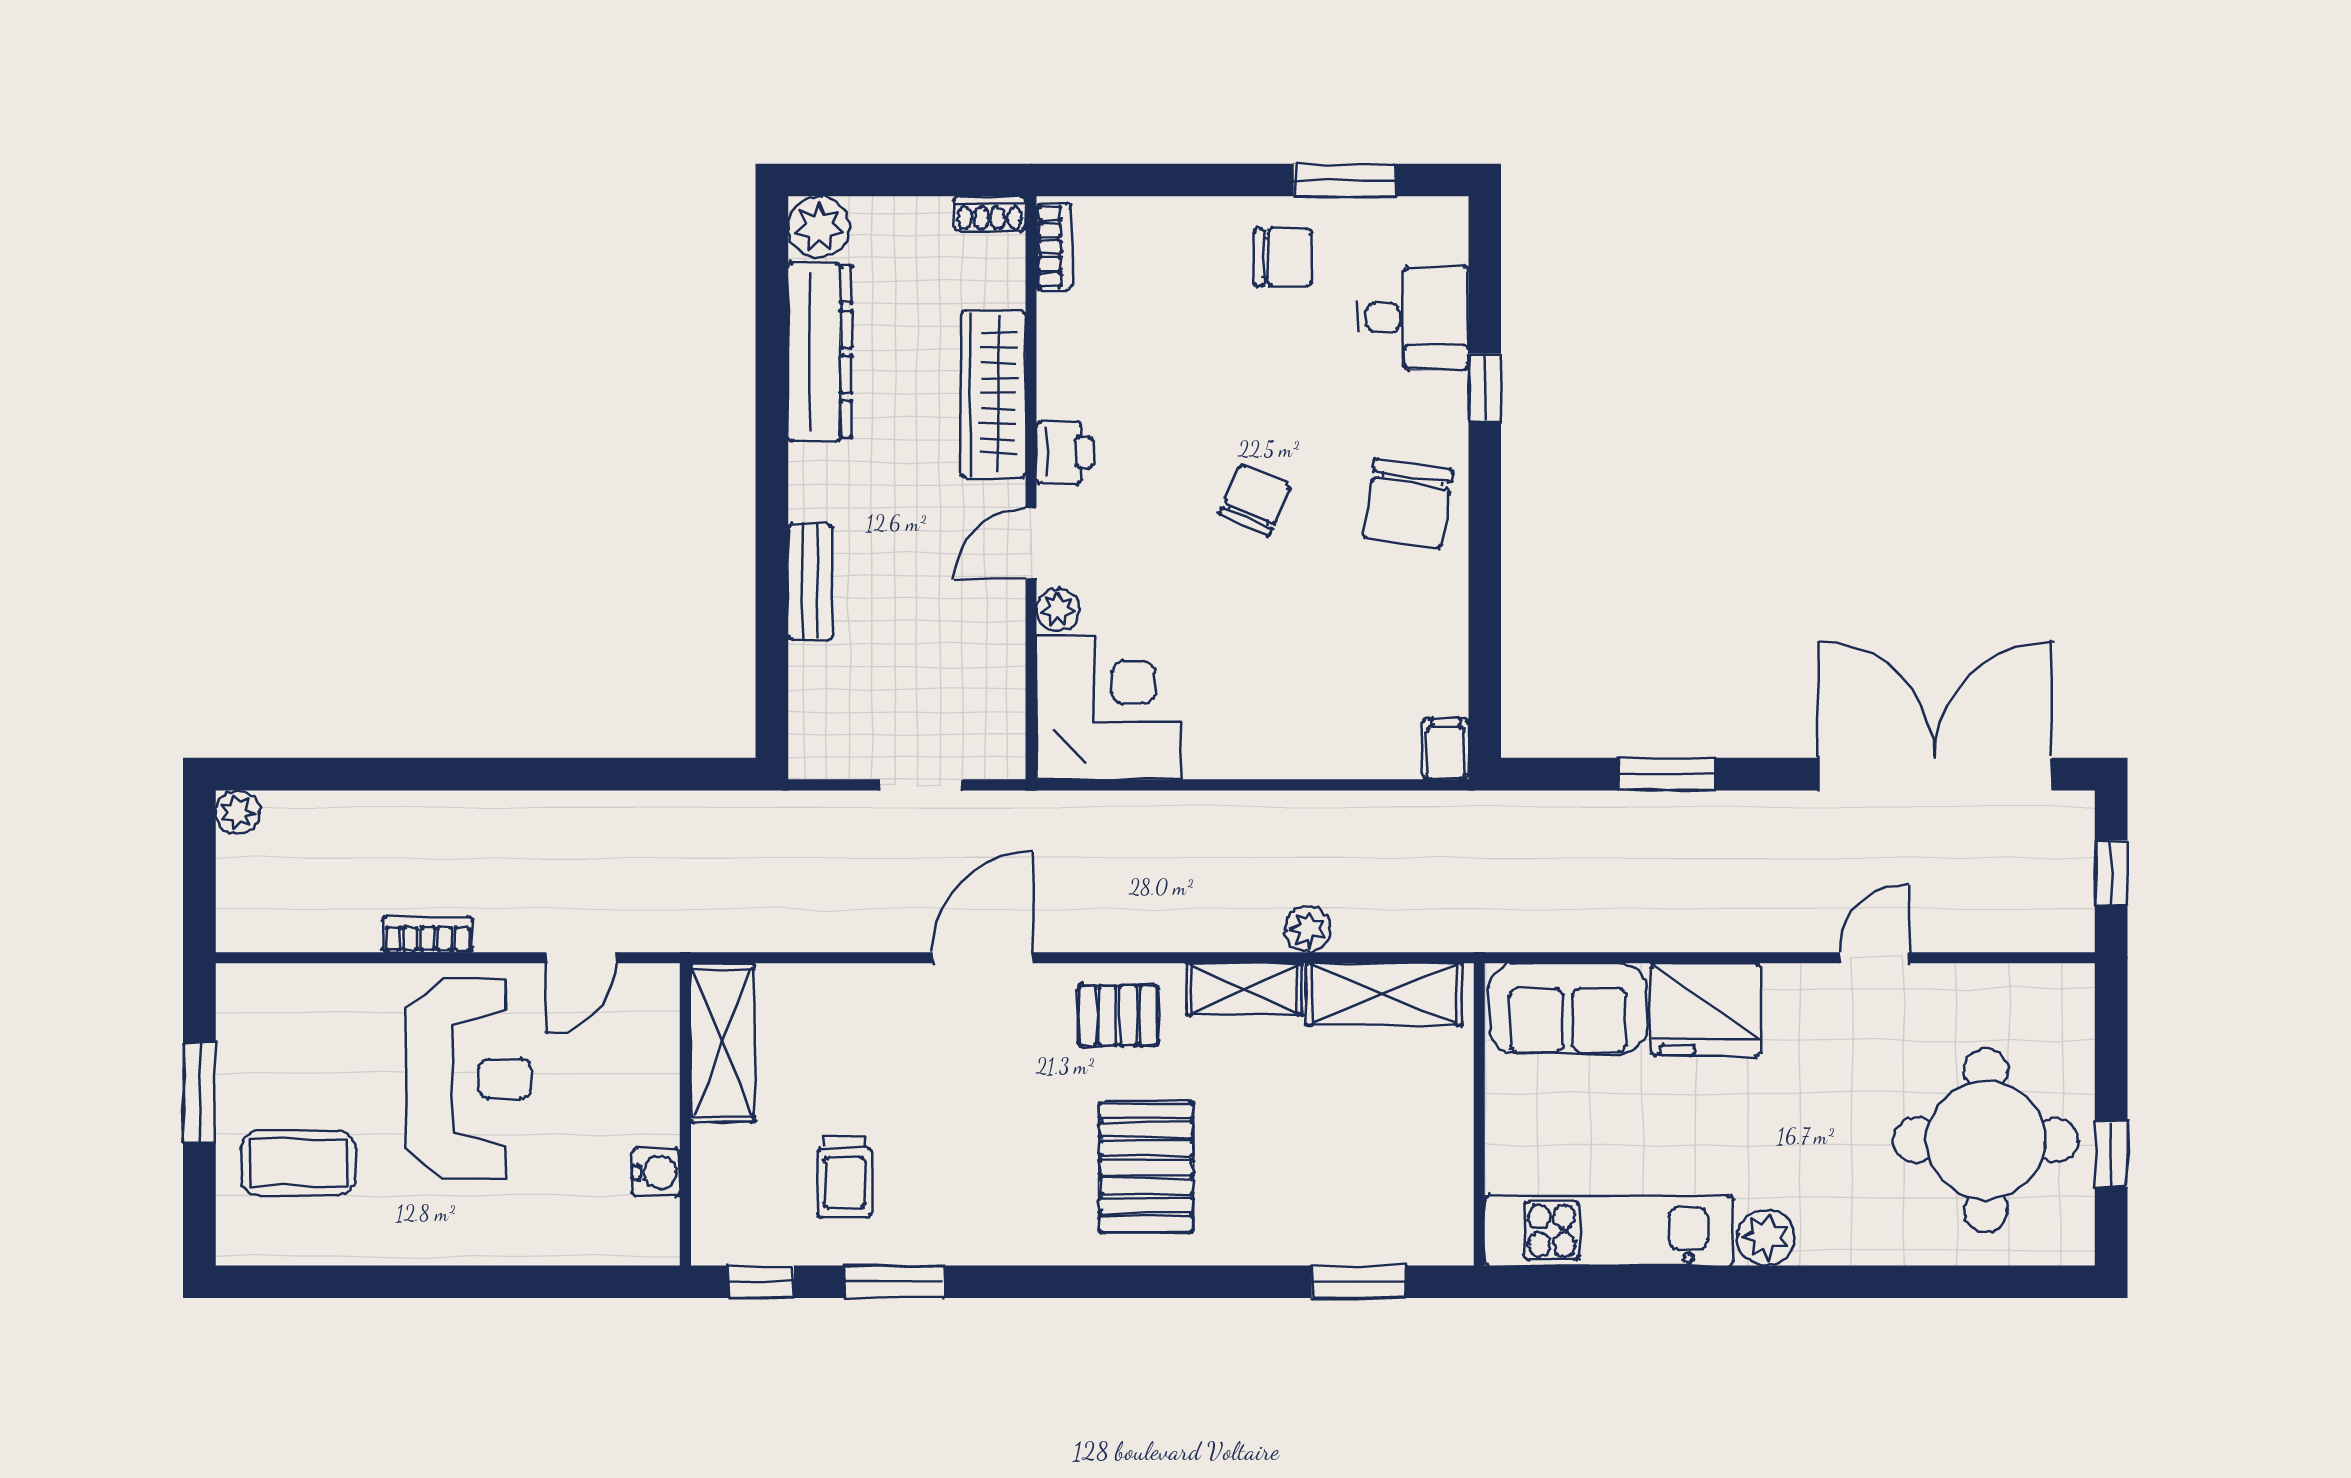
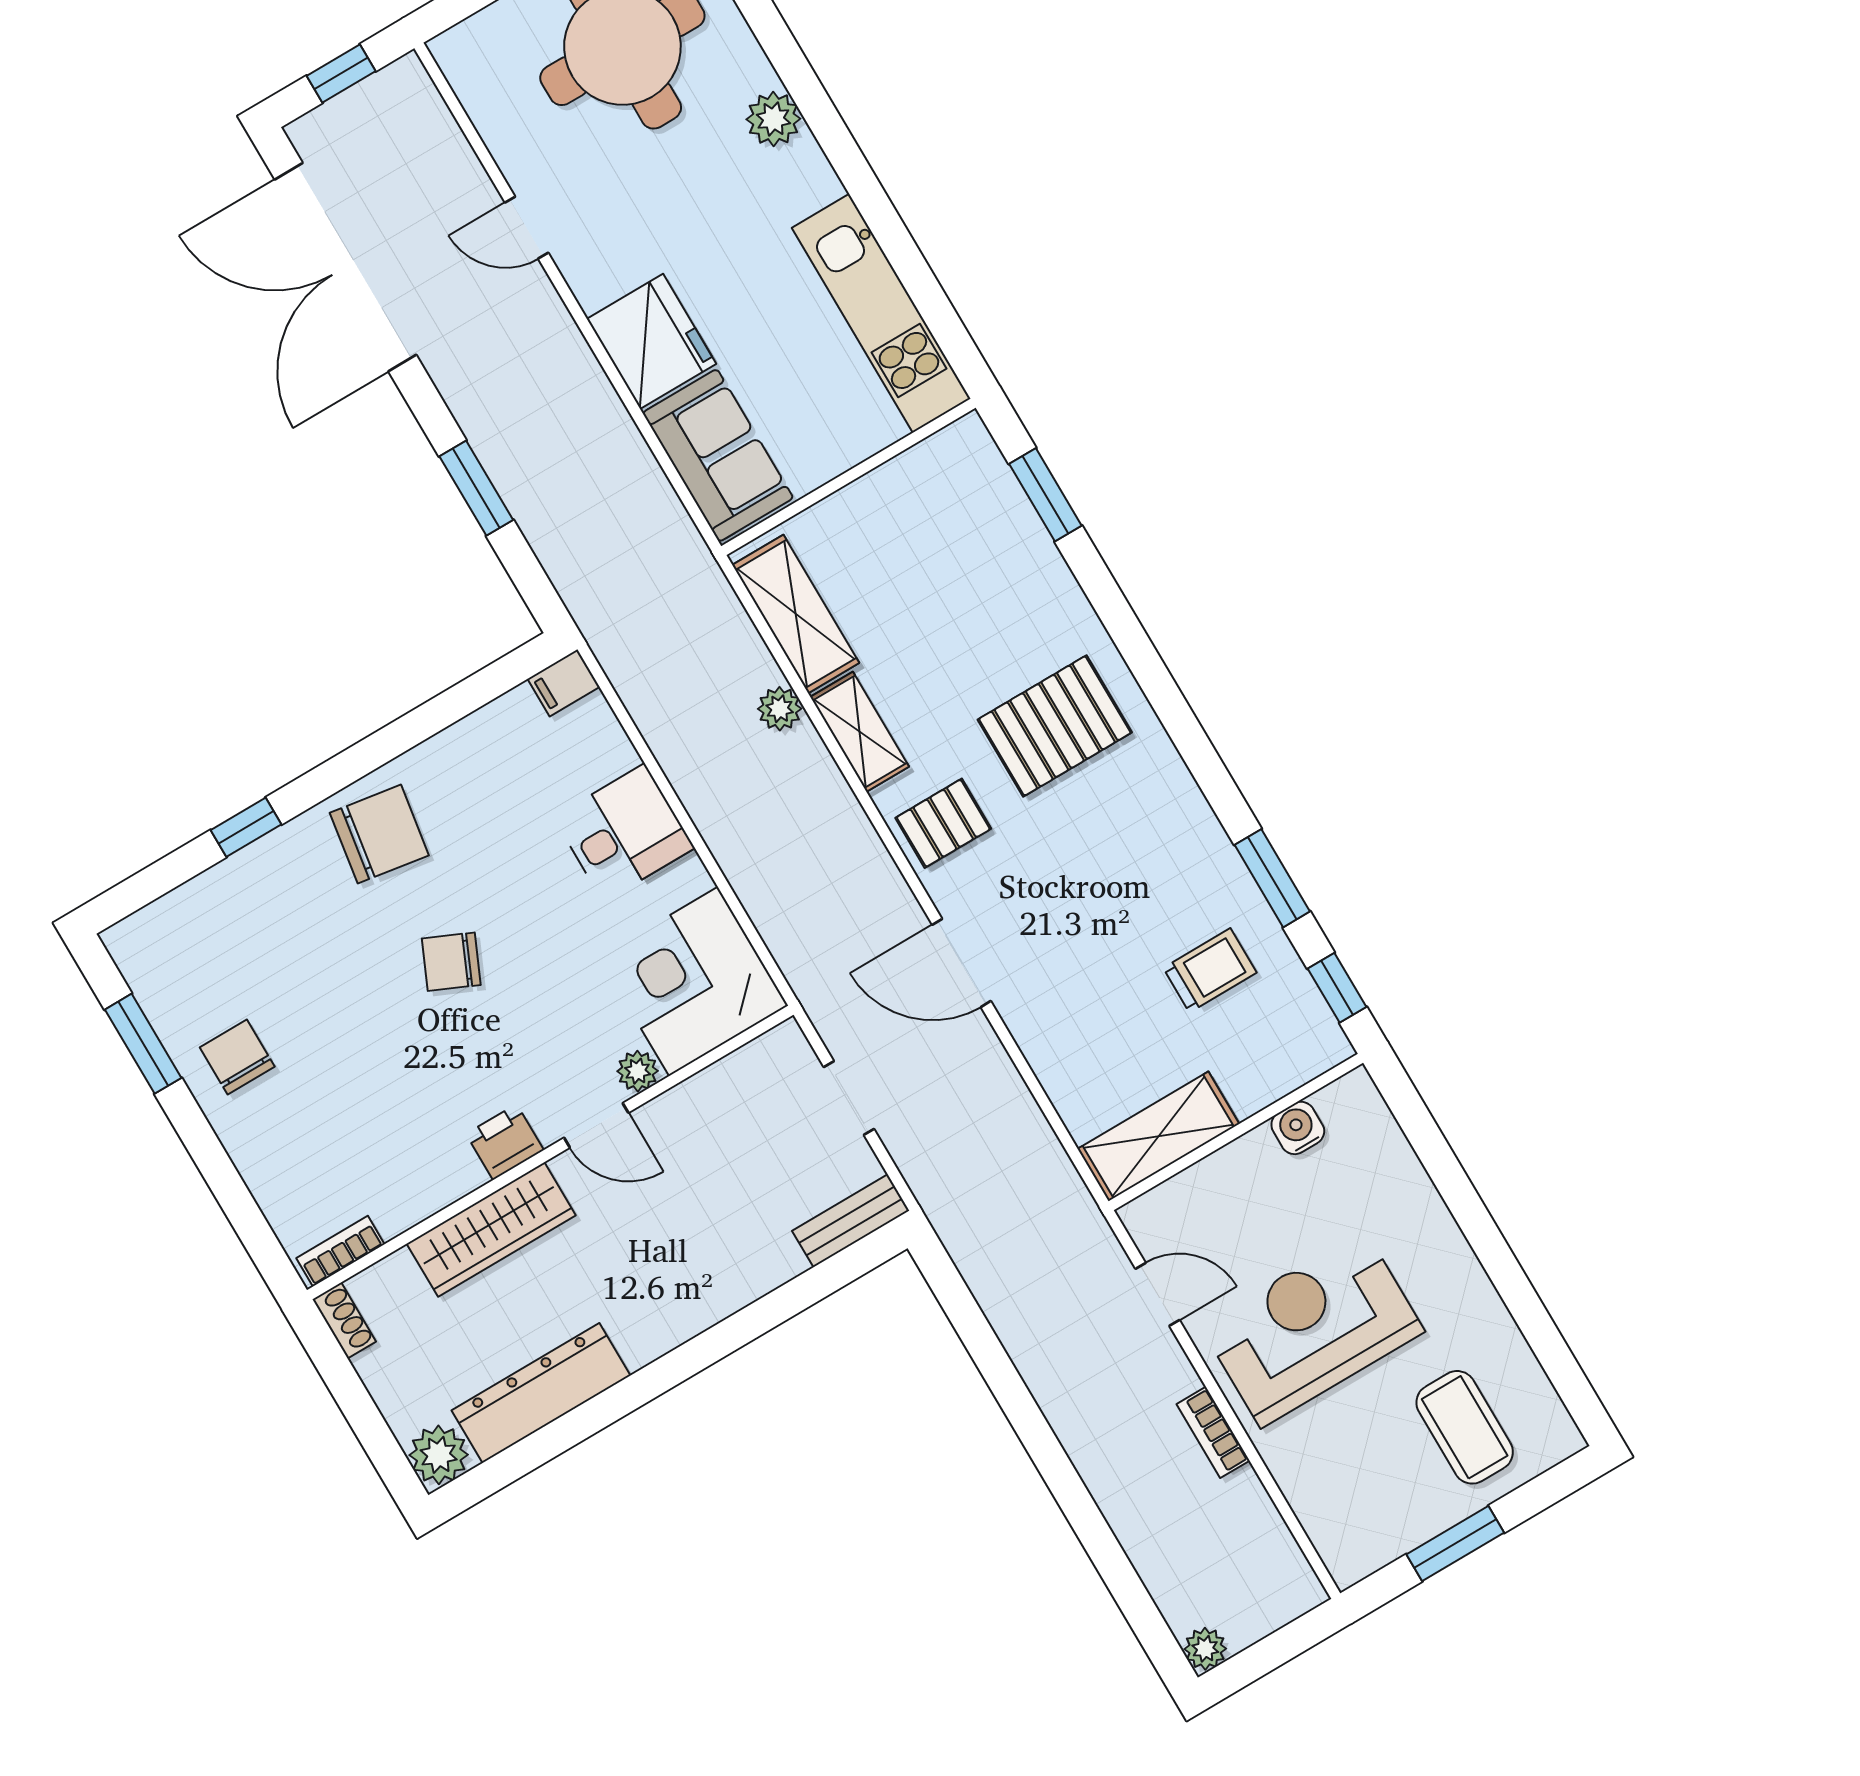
desk: (1413, 318) -> (624, 833), moved, turned 90
bench: (810, 582) -> (851, 1221), moved
pallet: (1118, 1016) -> (943, 823), turned 90
plant: (1766, 1237) -> (773, 119), moved

